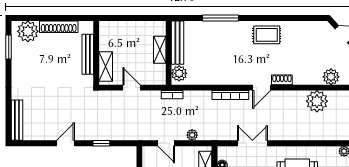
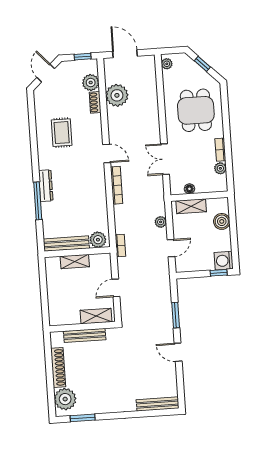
dresser: (235, 27) -> (46, 186), added
rug: (267, 35) -> (62, 133), moved
shoe rack: (282, 80) -> (95, 102), moved
window: (101, 143) -> (176, 315), width x1.50

